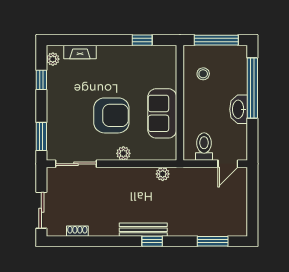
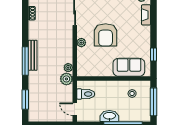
sofa: (162, 113) -> (129, 67), moved
plant: (180, 177) -> (66, 79), added
window: (152, 241) -> (25, 61), width x2.17

